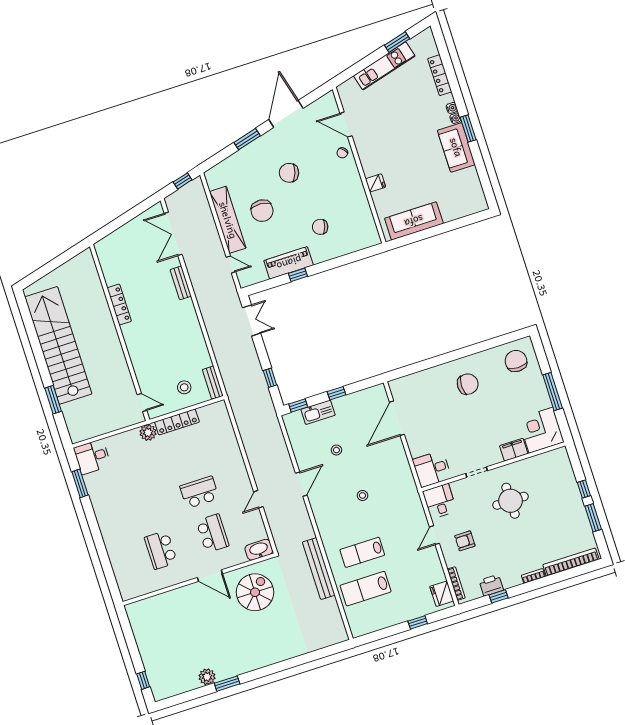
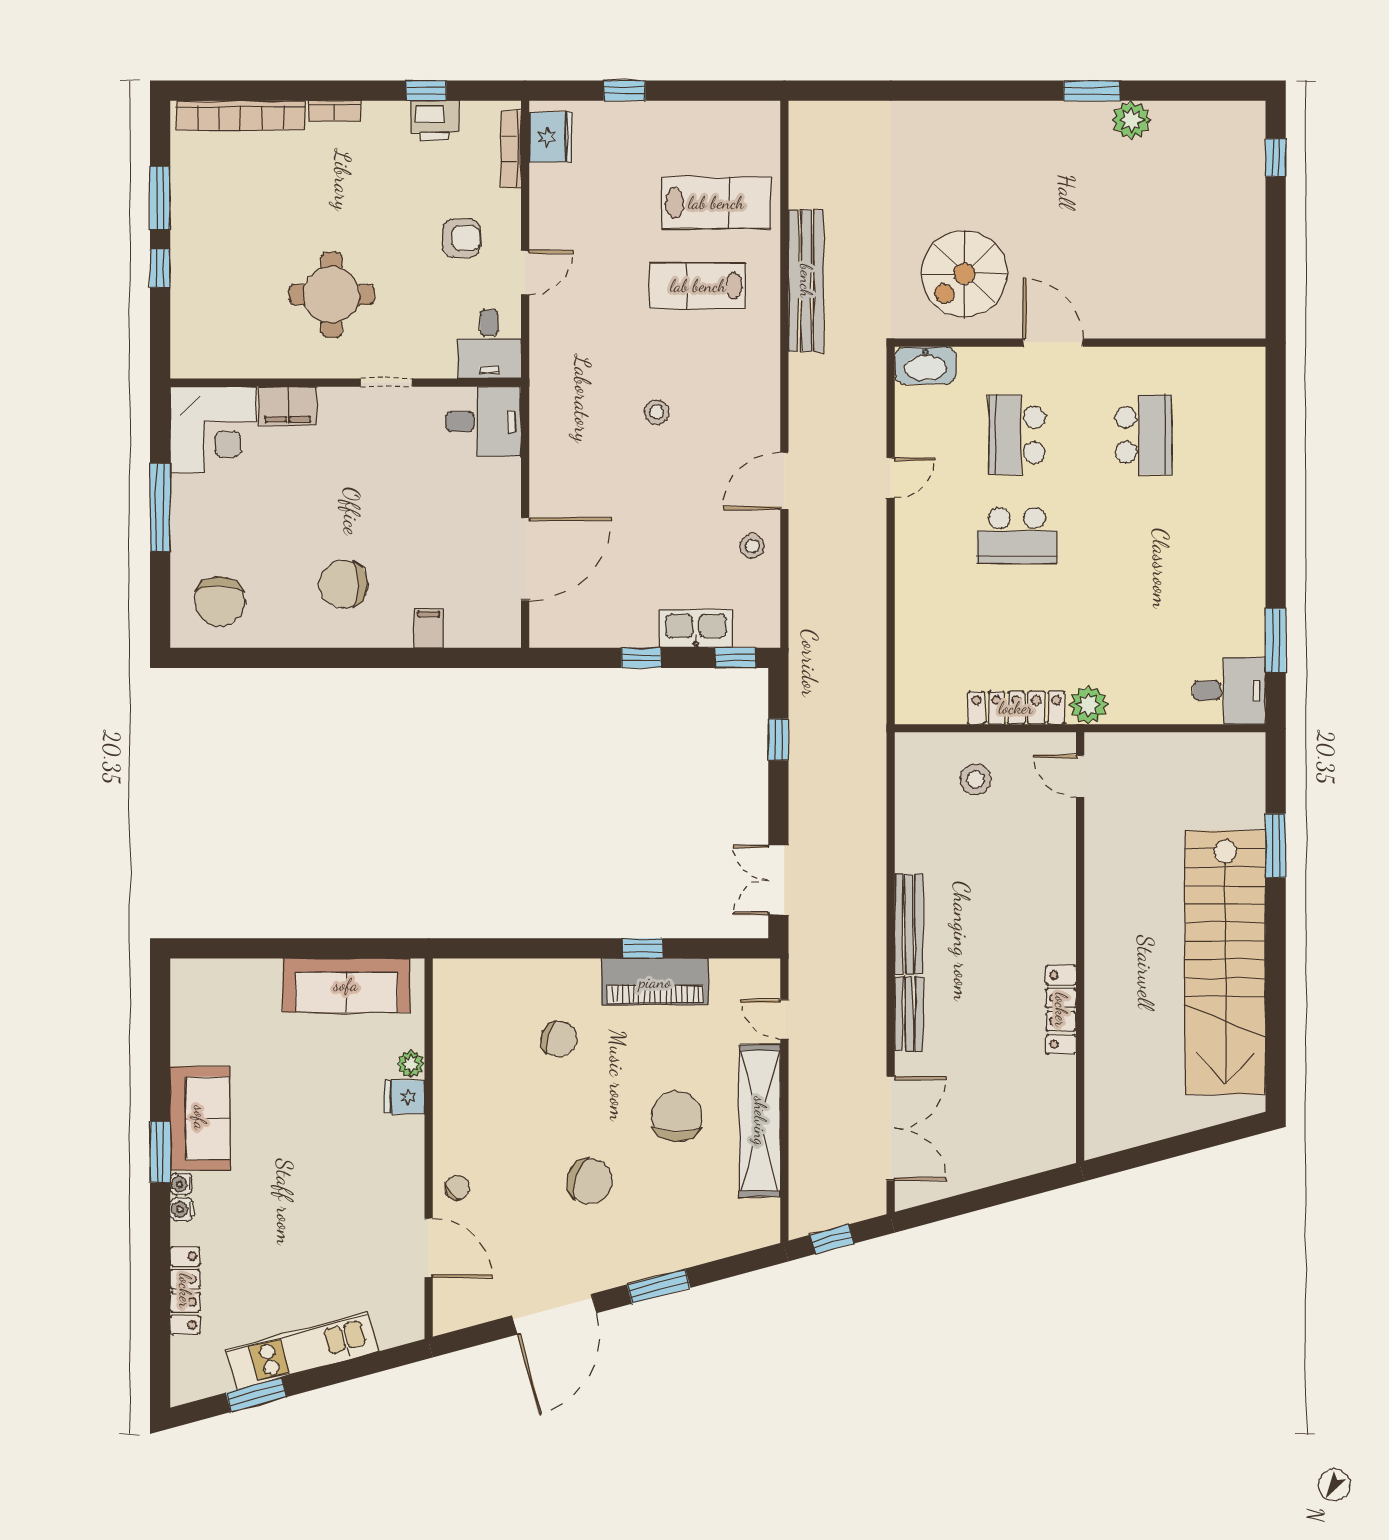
plant: (377, 197) -> (411, 1064), added
filing cabinet: (427, 377) -> (429, 628), added
bench: (213, 383) -> (909, 924), moved, width x1.36
stool: (336, 450) -> (752, 546), moved
lab bench: (362, 552) -> (698, 286), turned 180

